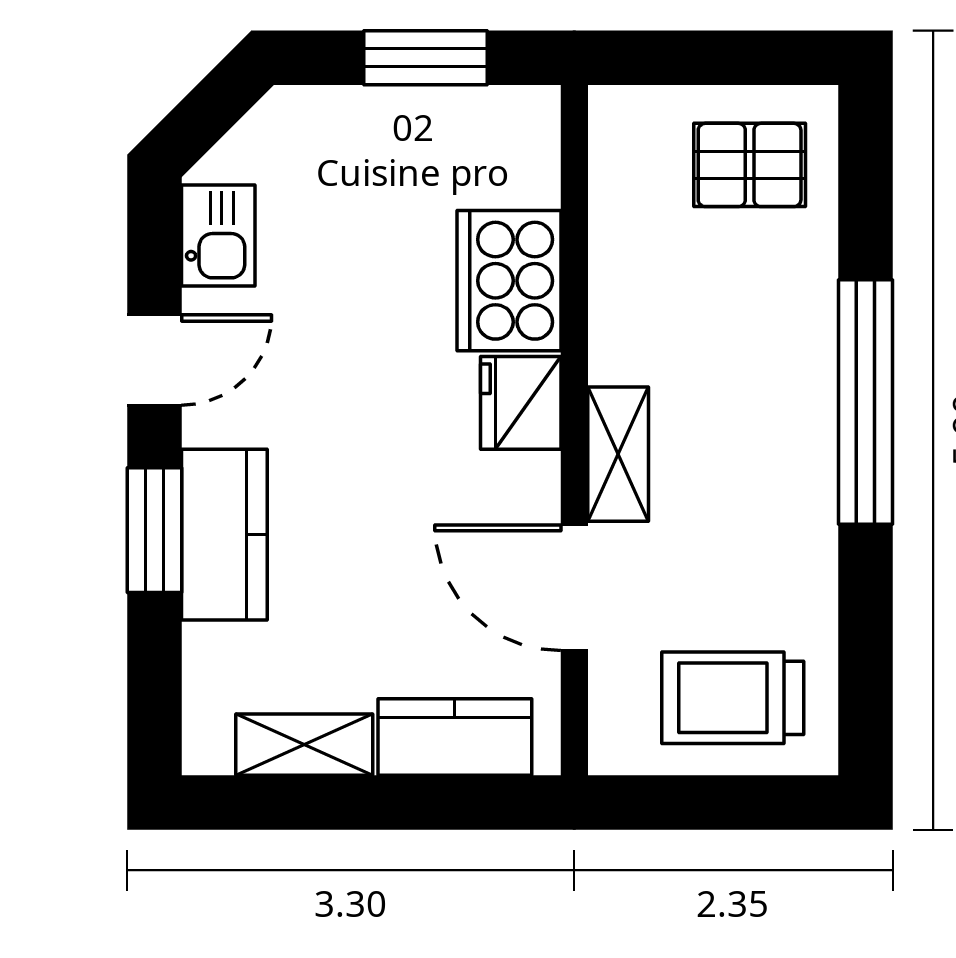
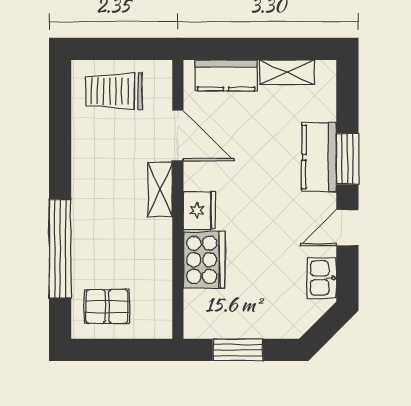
window: (865, 402) -> (60, 249), moved
trolley: (733, 698) -> (114, 91), turned 180

